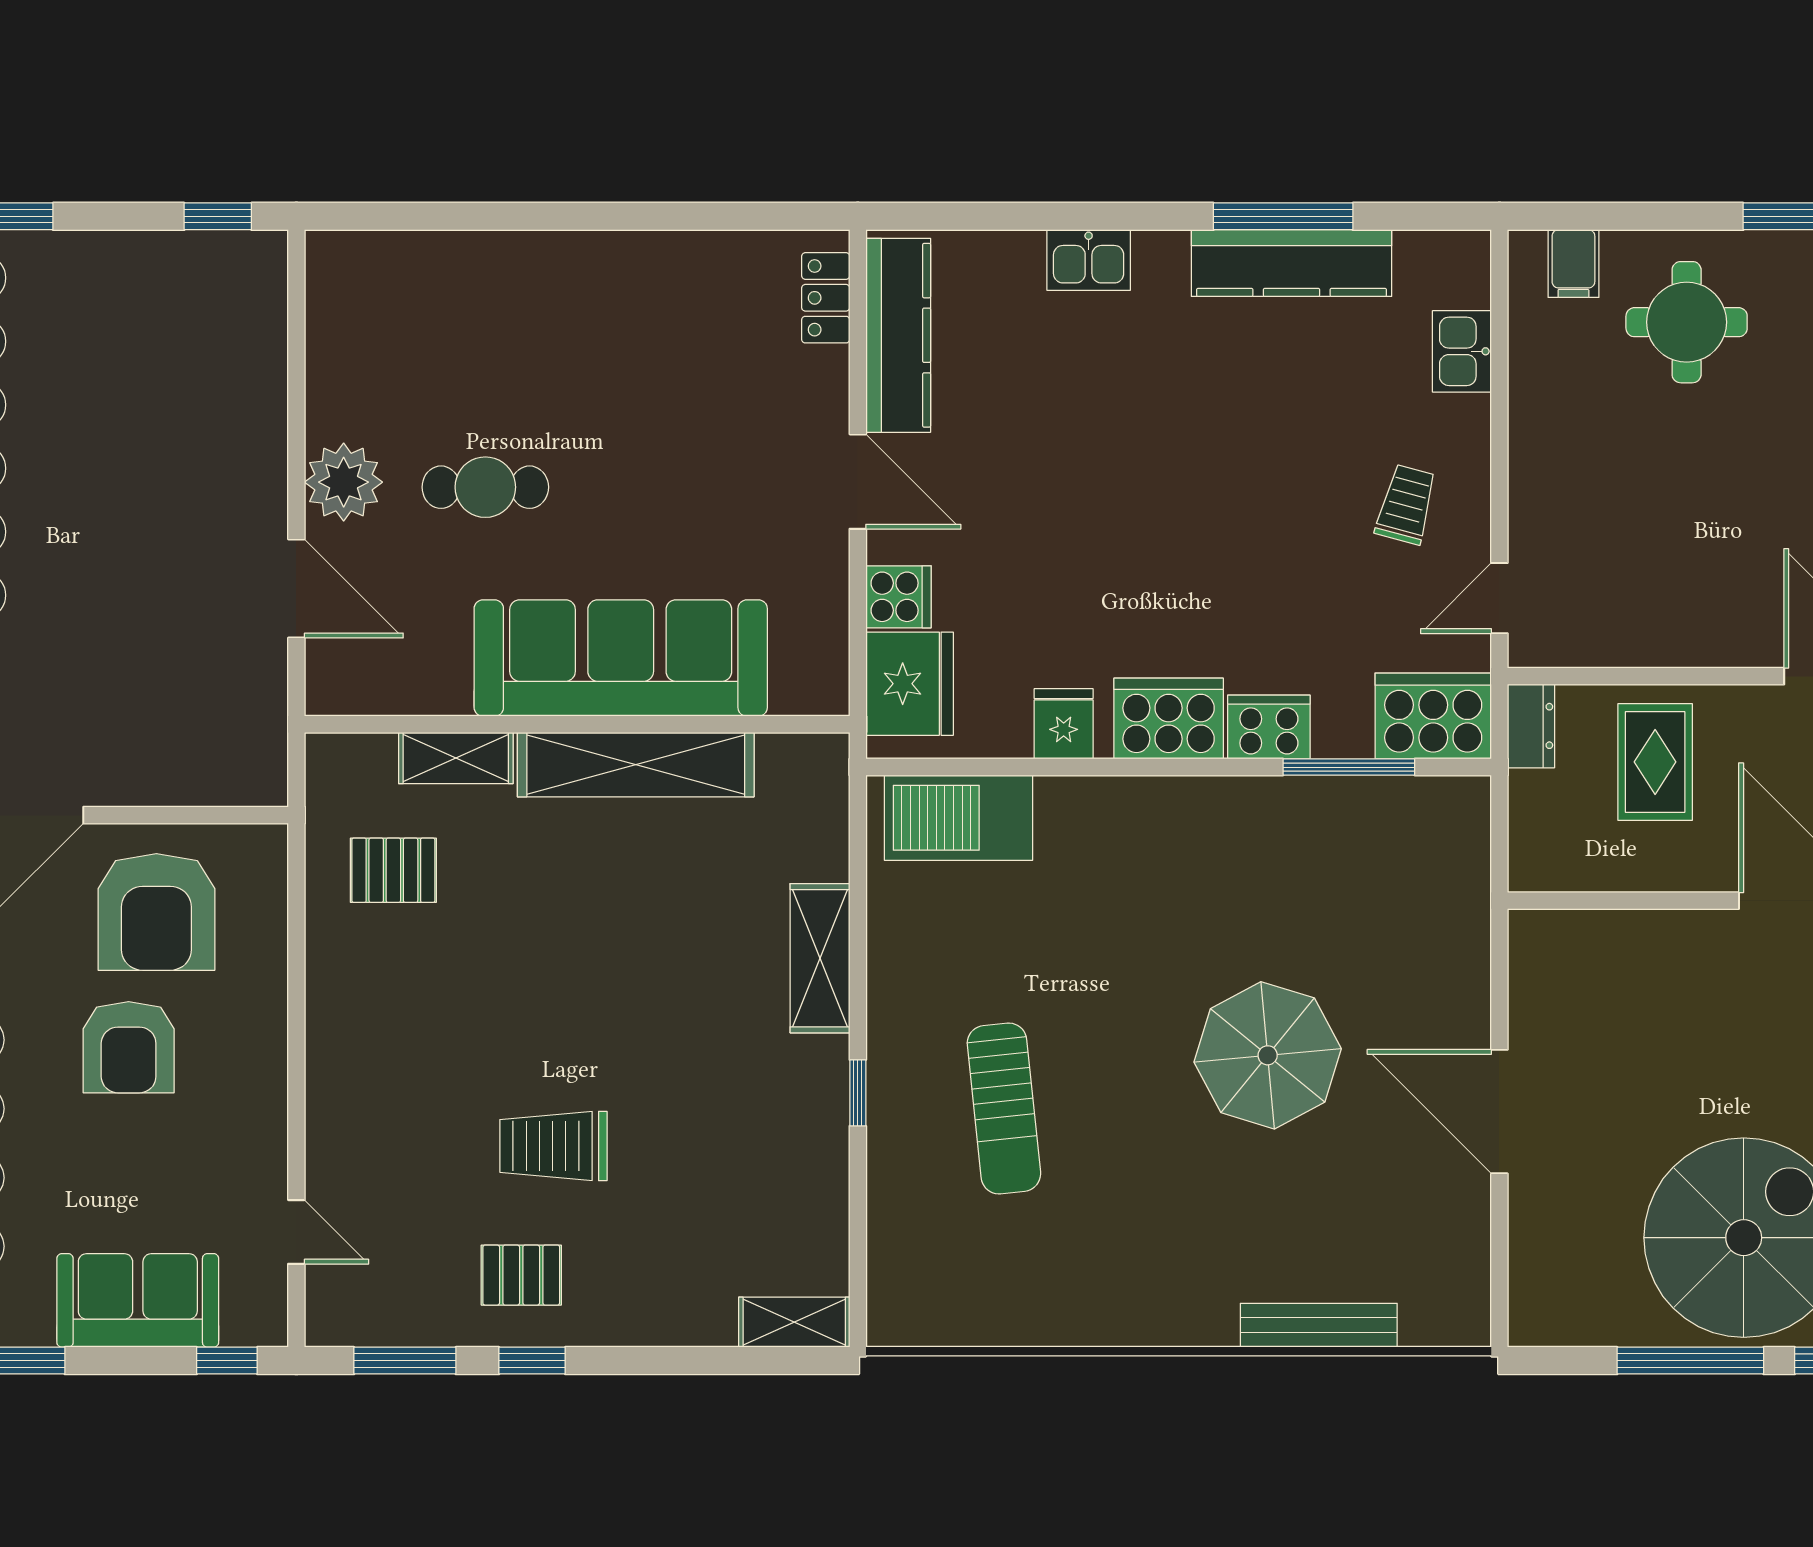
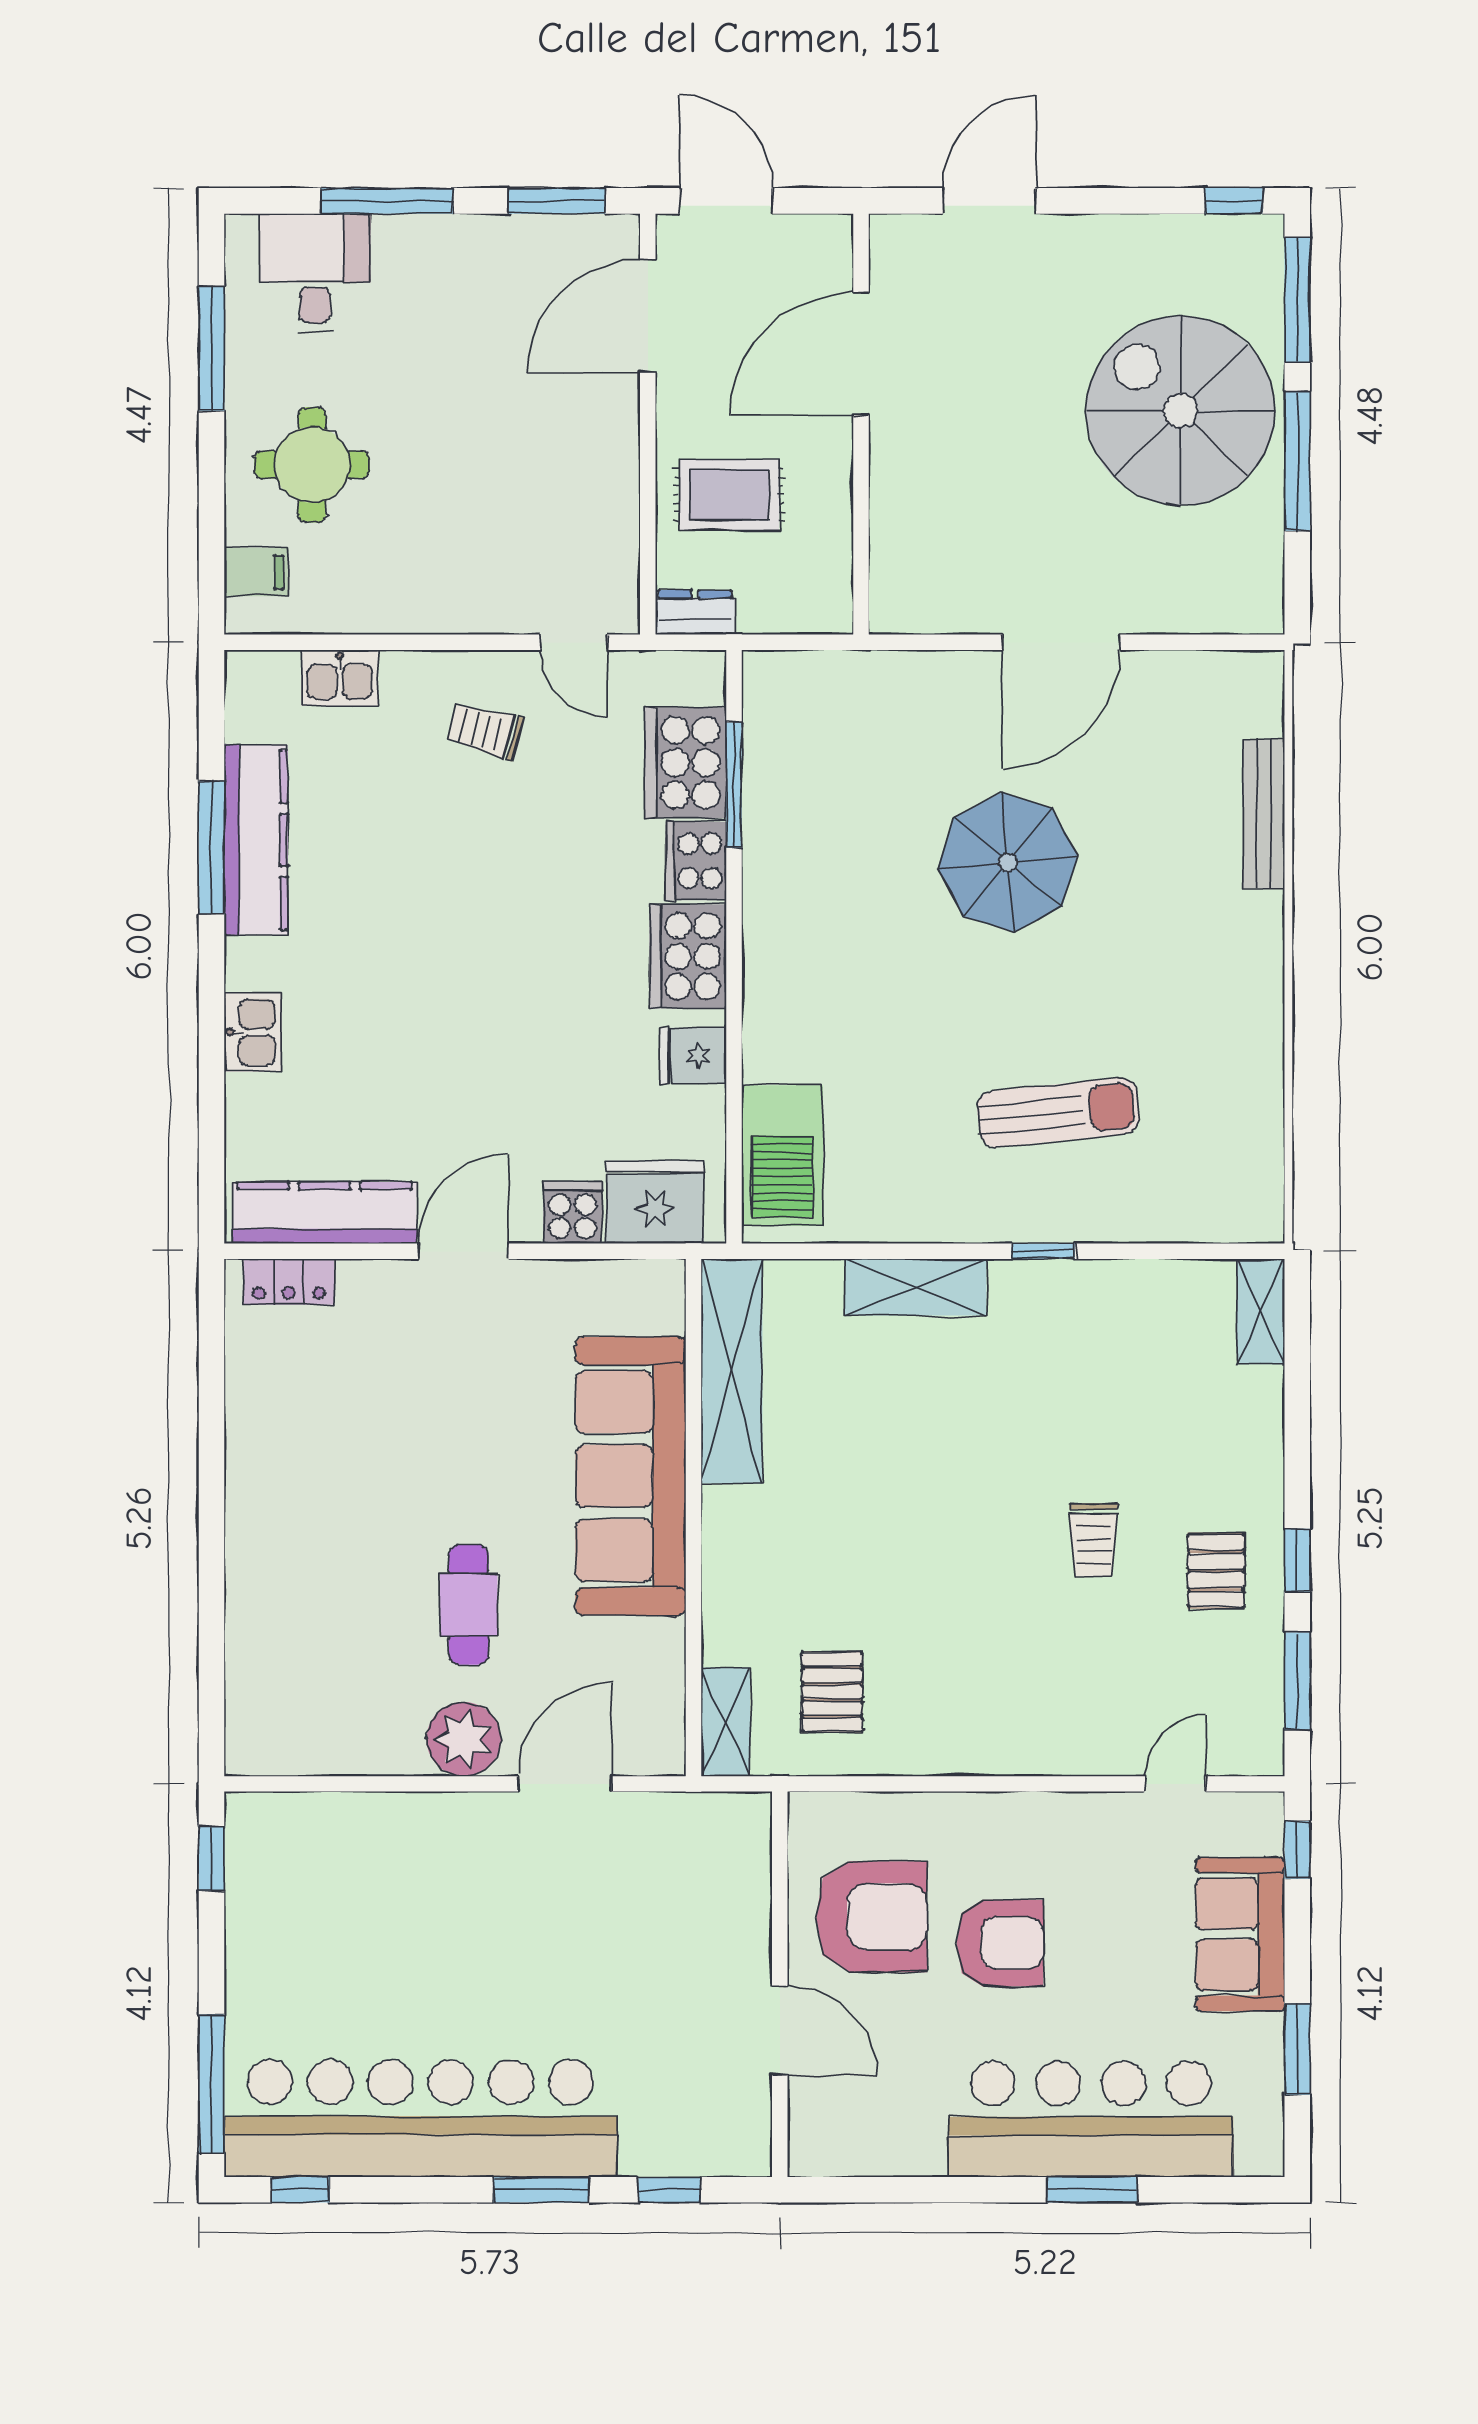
cooker: (1433, 716) -> (686, 763), moved
shelving: (456, 758) -> (726, 1722), moved
shelving: (636, 765) -> (732, 1371), moved
trolley: (553, 1146) -> (1094, 1540), width x0.73, depth x0.72

